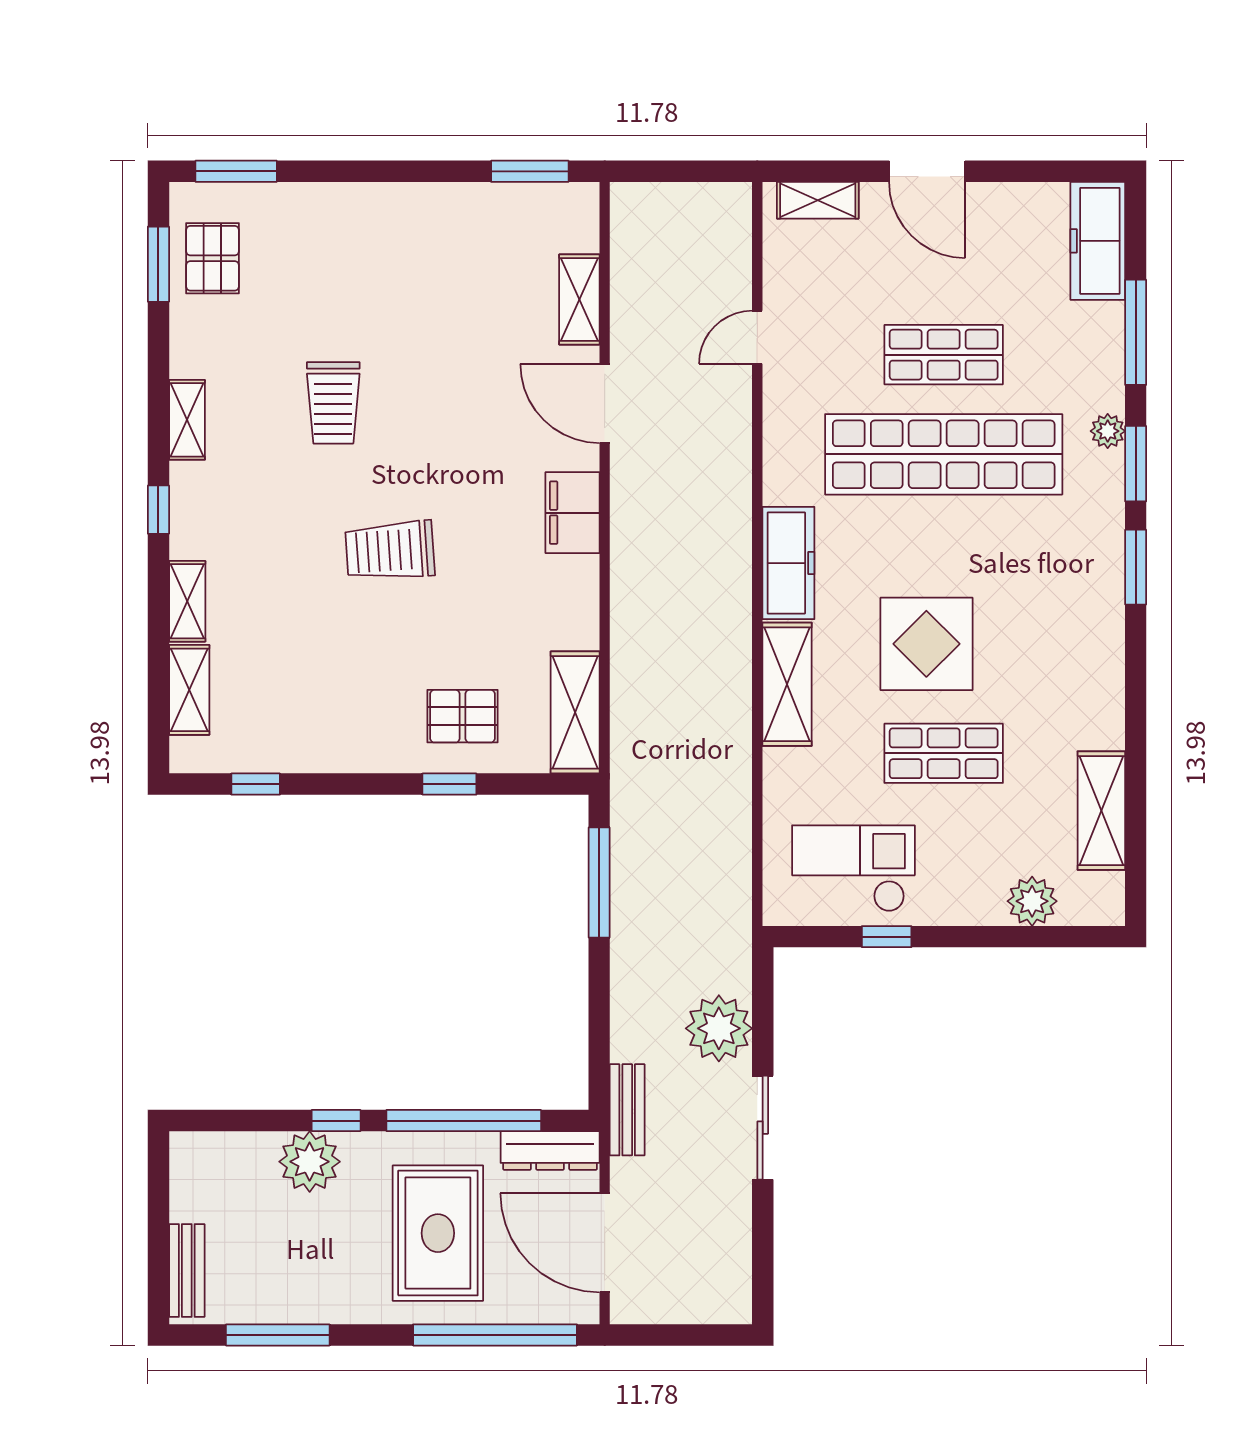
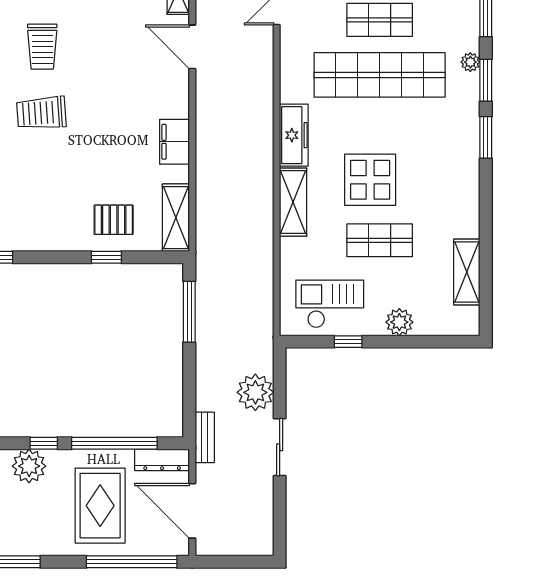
filing cabinet: (573, 513) -> (174, 142), moved
trolley: (390, 551) -> (41, 113), moved
plant: (1032, 901) -> (399, 322), moved

